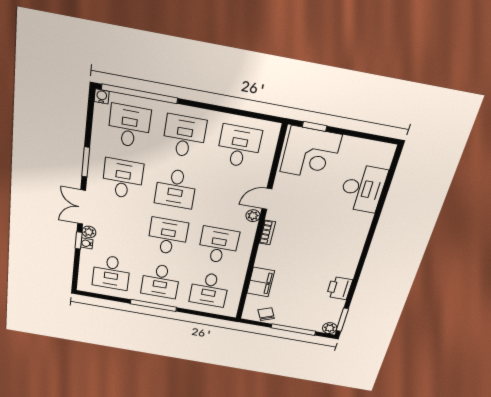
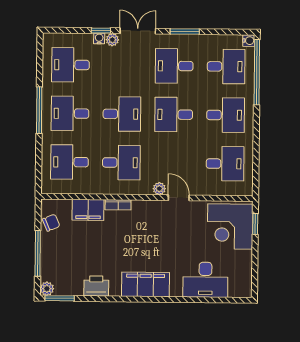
desk: (123, 179) -> (174, 66), turned 180
bookcase: (267, 232) -> (118, 205), moved
filing cabinet: (351, 245) -> (145, 284), added

